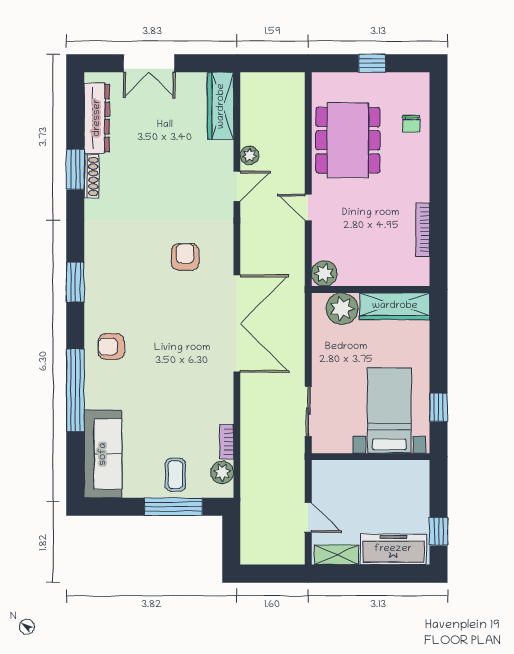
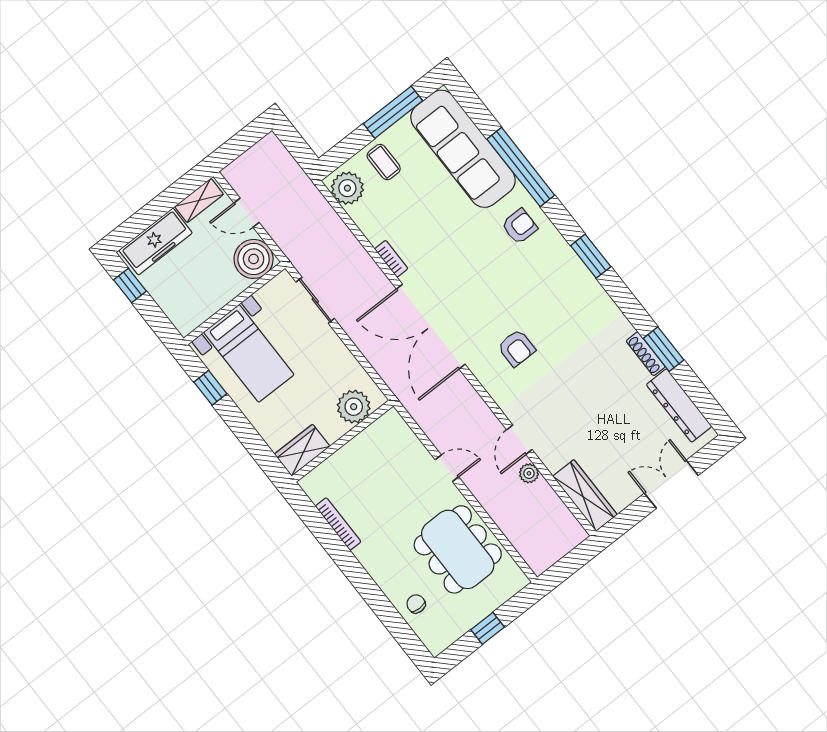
plant: (324, 273) -> (391, 424), removed
wardrobe: (395, 306) -> (302, 450), width x0.67
bookcase: (227, 442) -> (391, 259), moved
sofa: (103, 454) -> (463, 149), width x1.36, depth x1.27
plant: (222, 472) -> (347, 188), width x1.36, depth x1.36
boiler: (330, 479) -> (254, 259), added
window: (173, 507) -> (393, 112), moved

